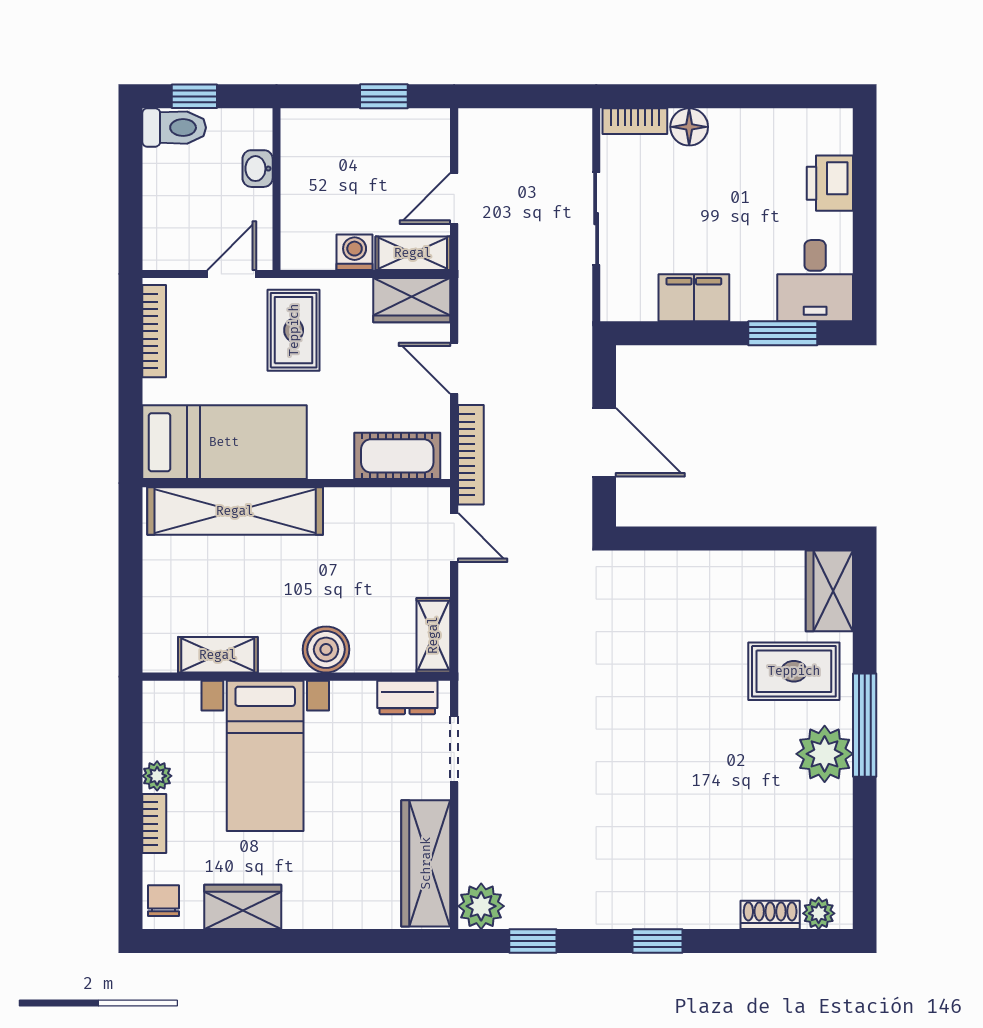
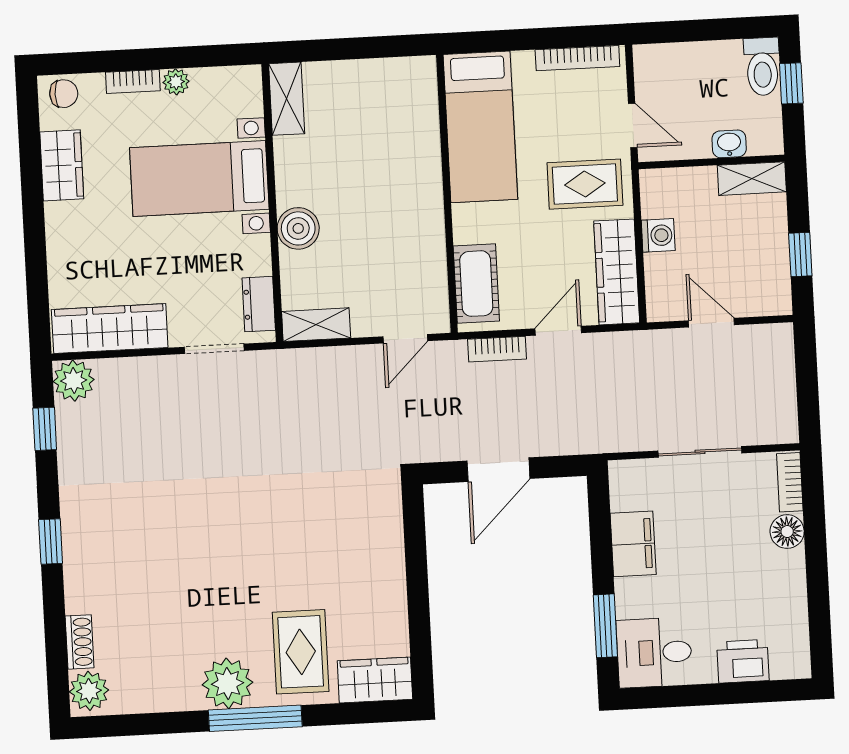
shelving: (413, 253) -> (752, 179), moved, turned 90
wardrobe: (412, 300) -> (617, 272), width x1.50
bookcase: (471, 455) -> (497, 349), width x0.64
shelving: (235, 511) -> (419, 140), removed
shelving: (218, 655) -> (287, 99), moved
plant: (819, 913) -> (89, 691), width x1.38, depth x1.38

